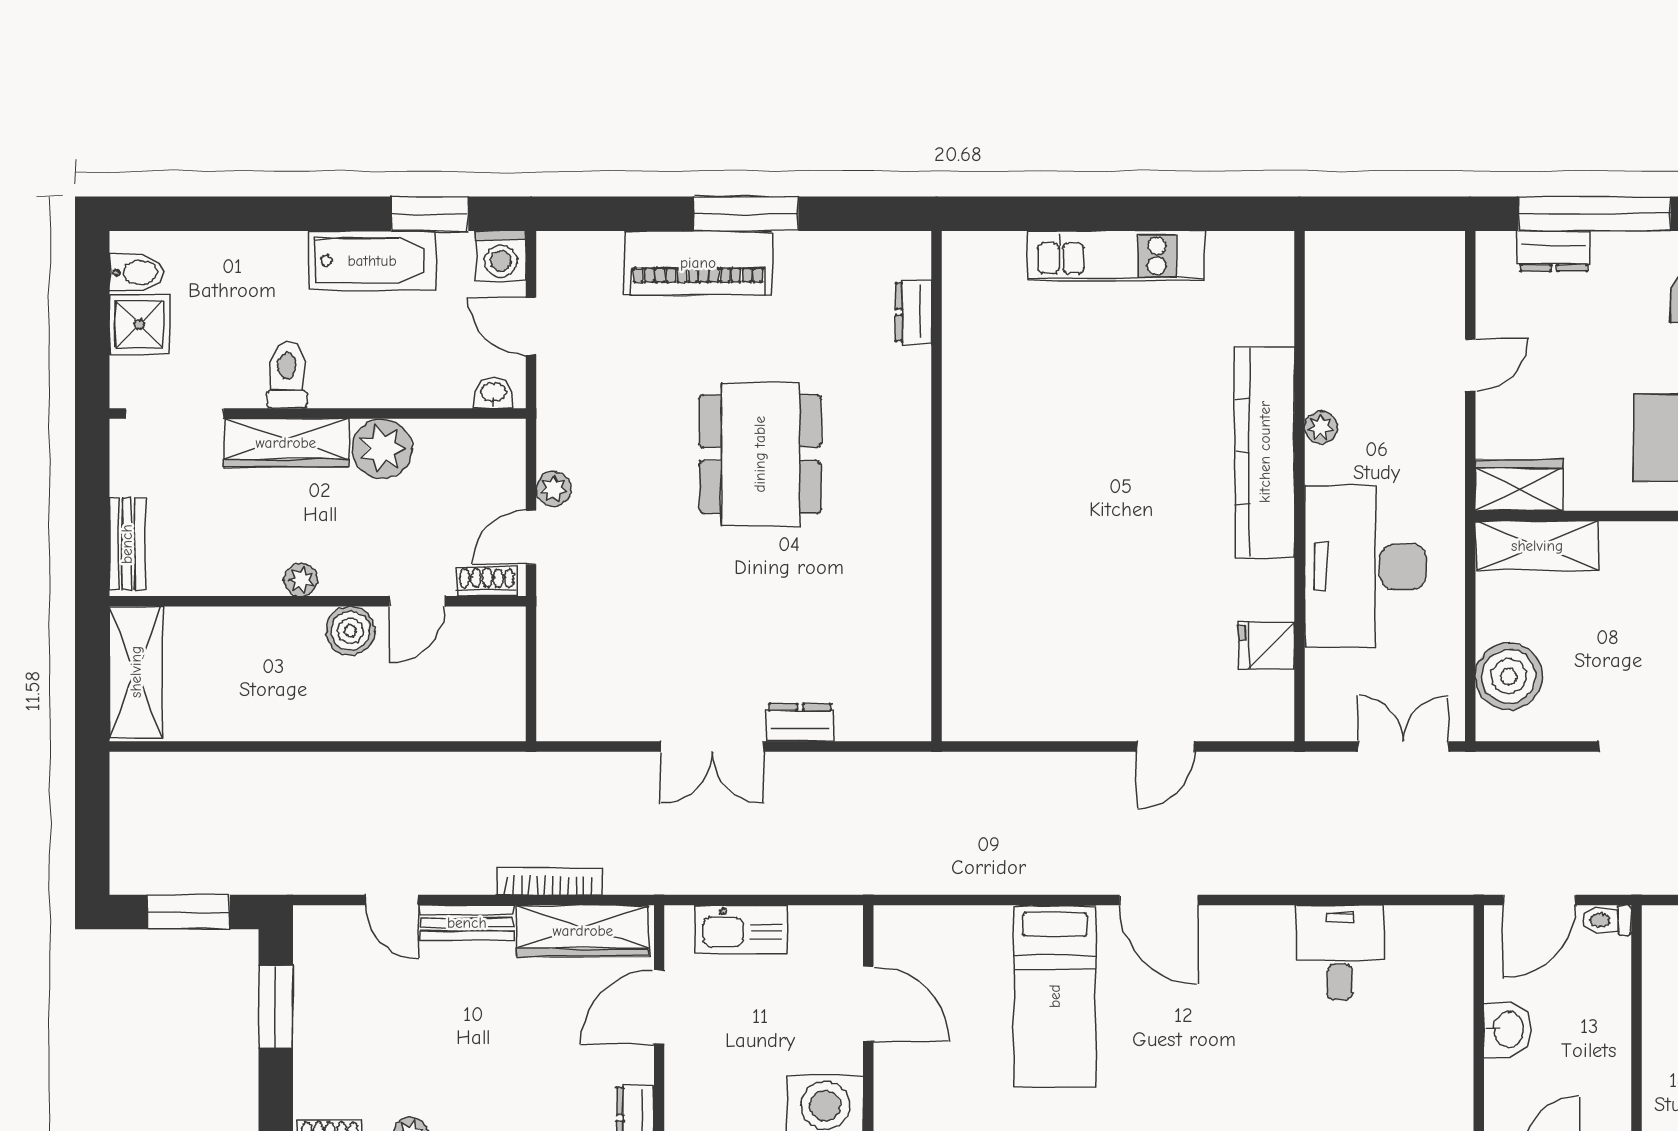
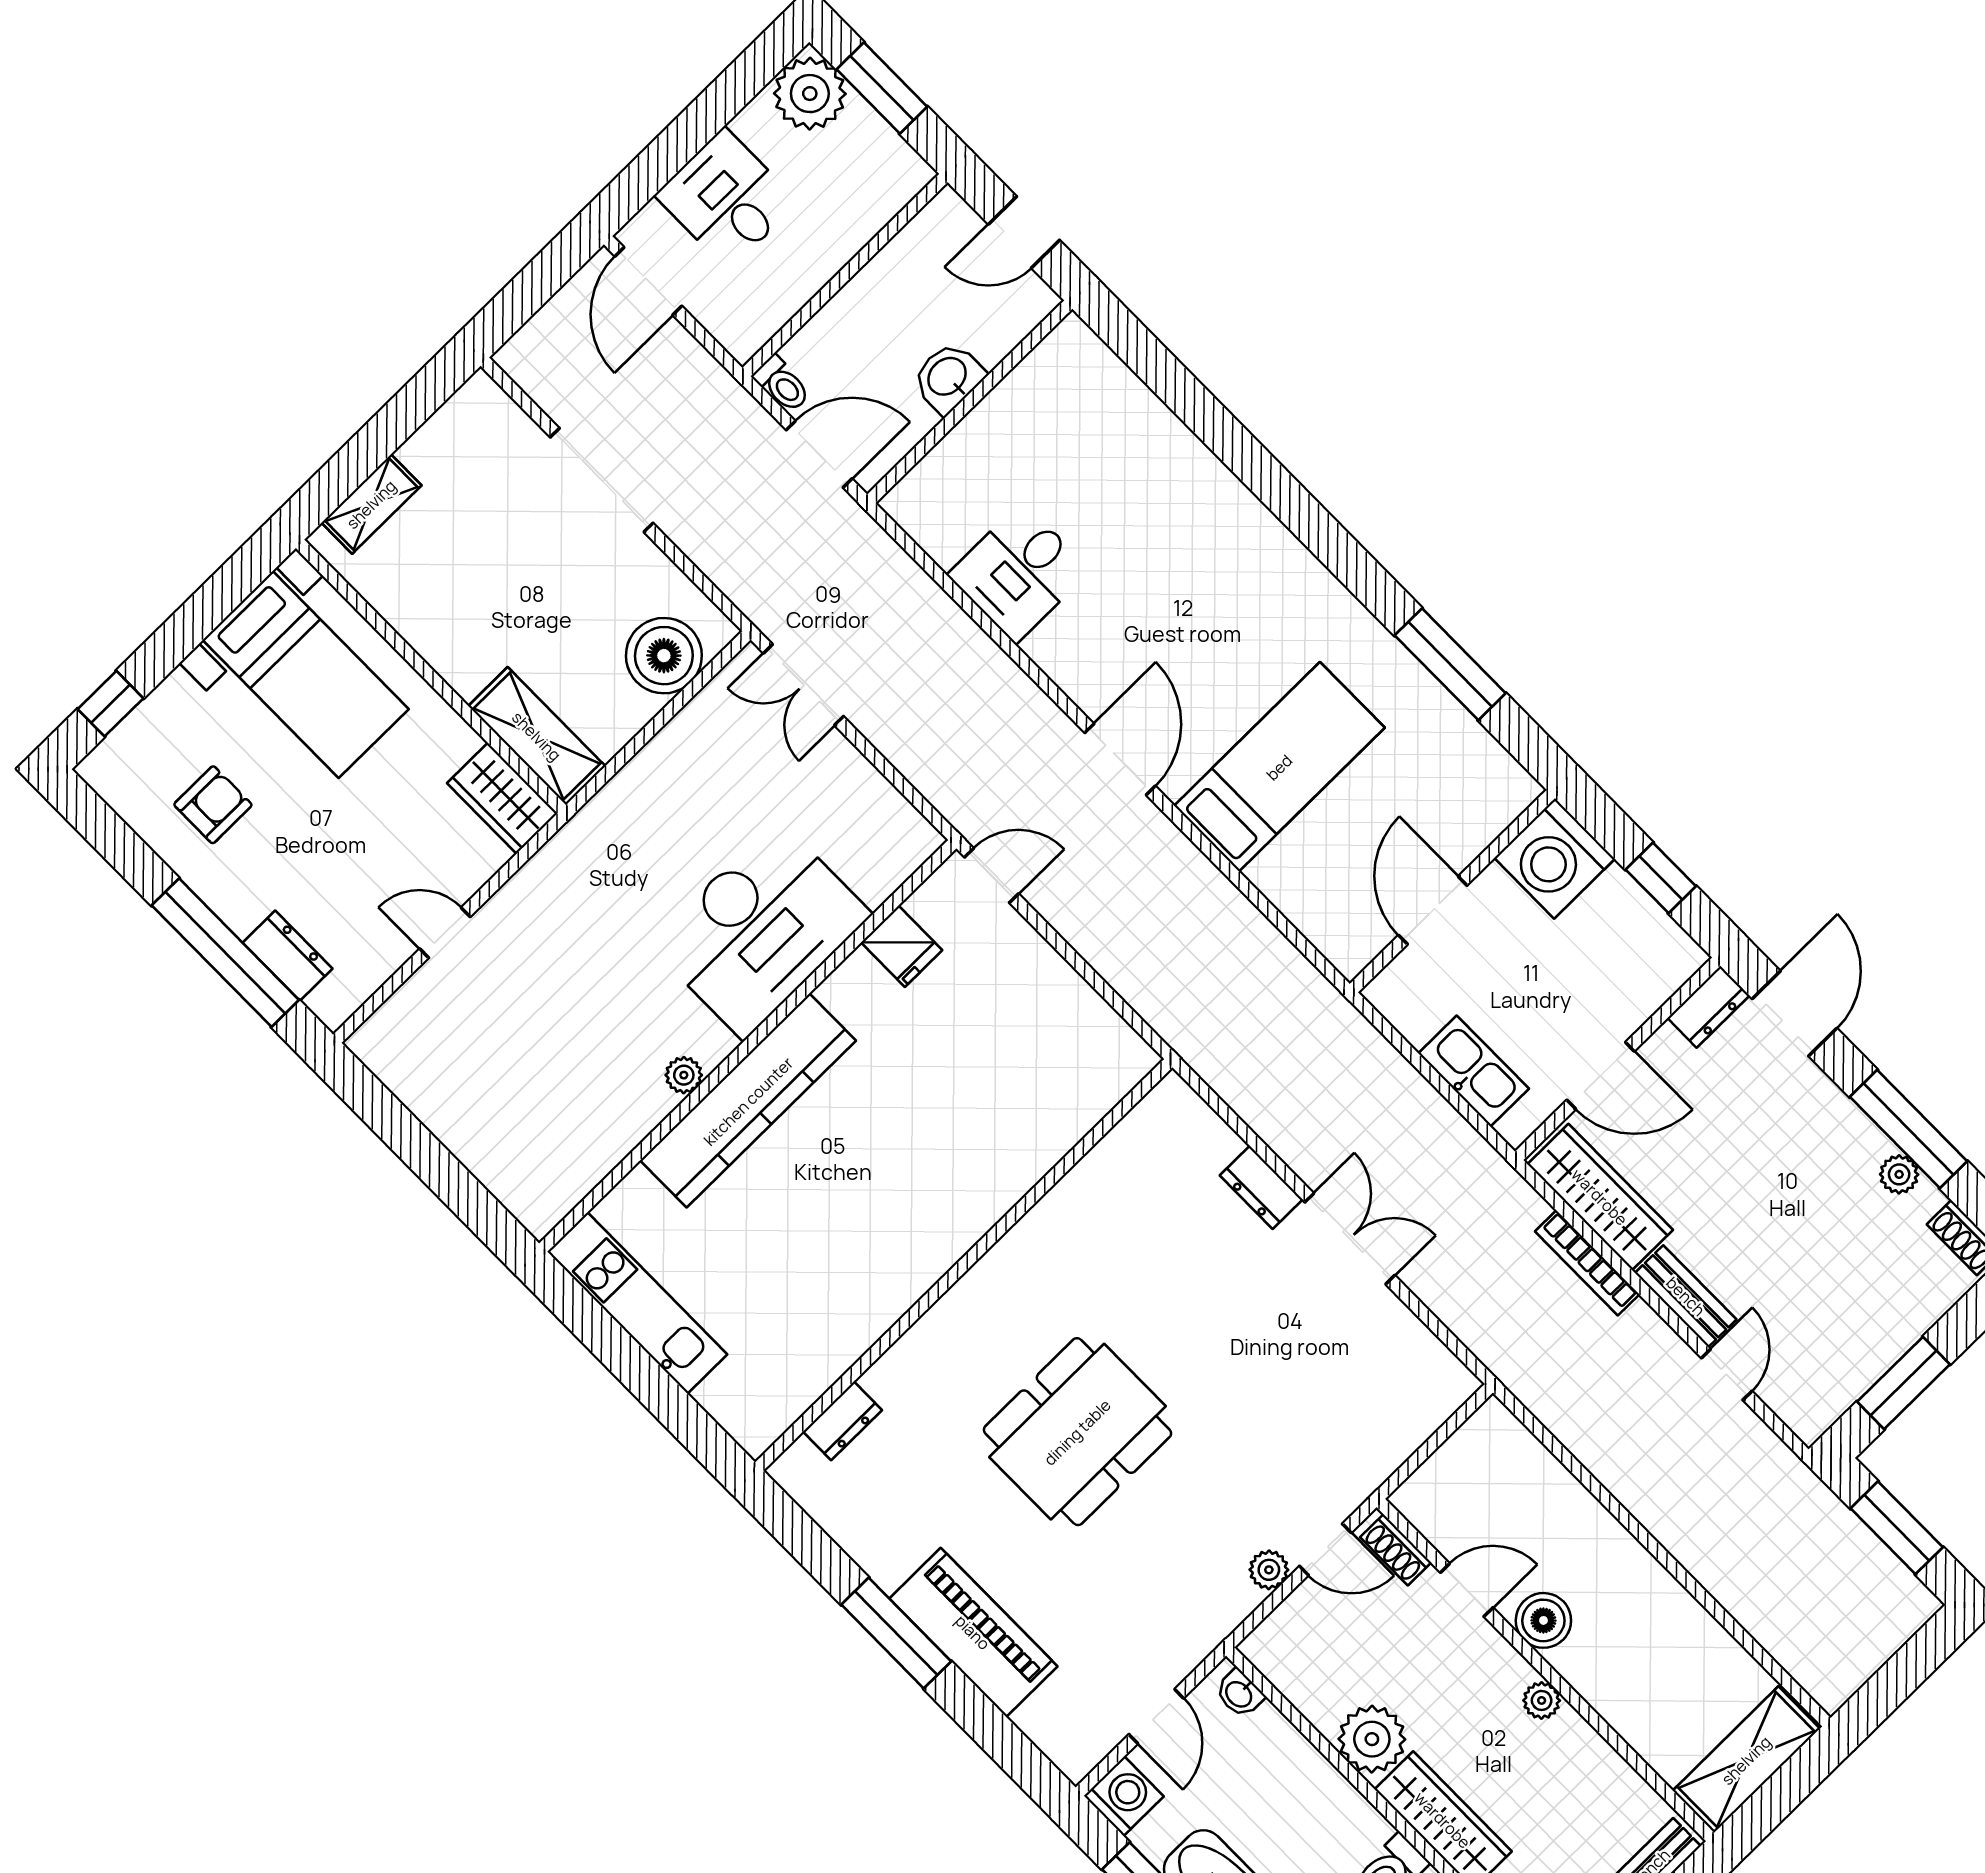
plant: (1321, 427) -> (684, 1075), moved
kitchen counter: (1265, 452) -> (748, 1101), moved
wall: (1299, 486) -> (748, 1046), moved
desk: (1365, 567) -> (760, 929), moved
fridge: (1266, 646) -> (902, 946), moved

